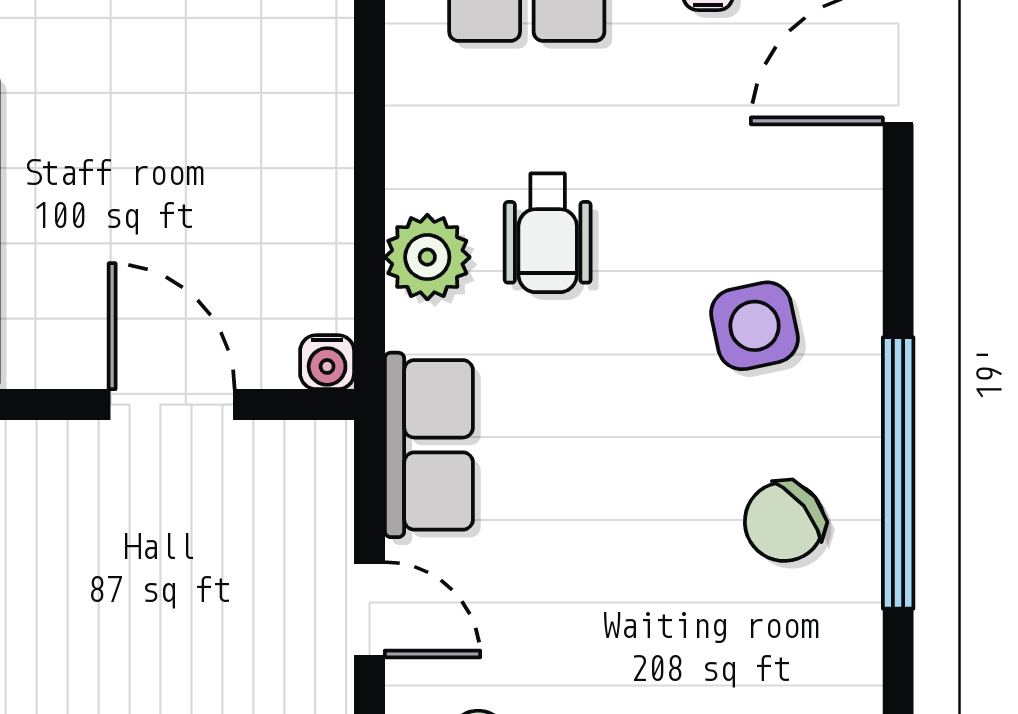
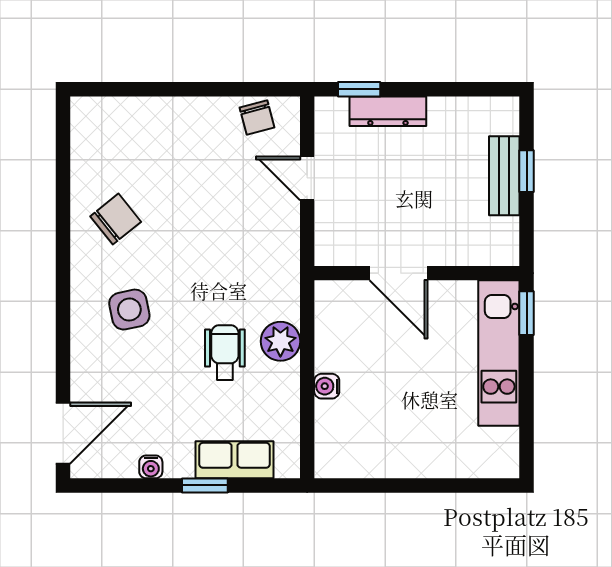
water cooler: (327, 362) -> (327, 386), moved, turned -90
row of seats: (429, 445) -> (280, 255), removed
window: (898, 473) -> (63, 242), removed

